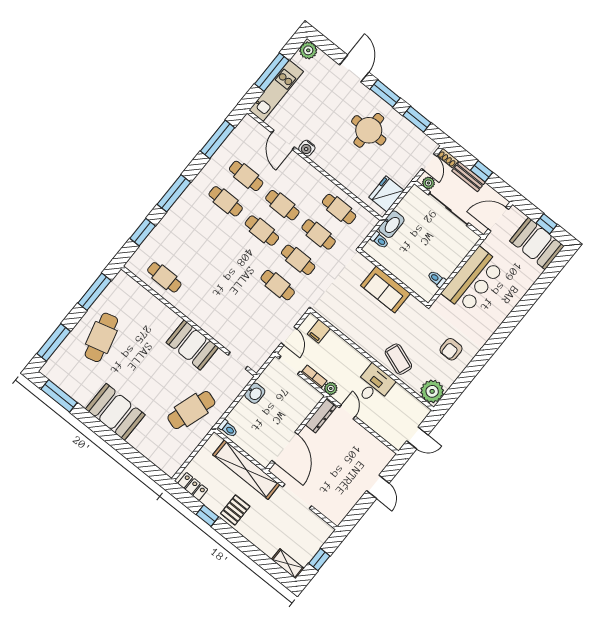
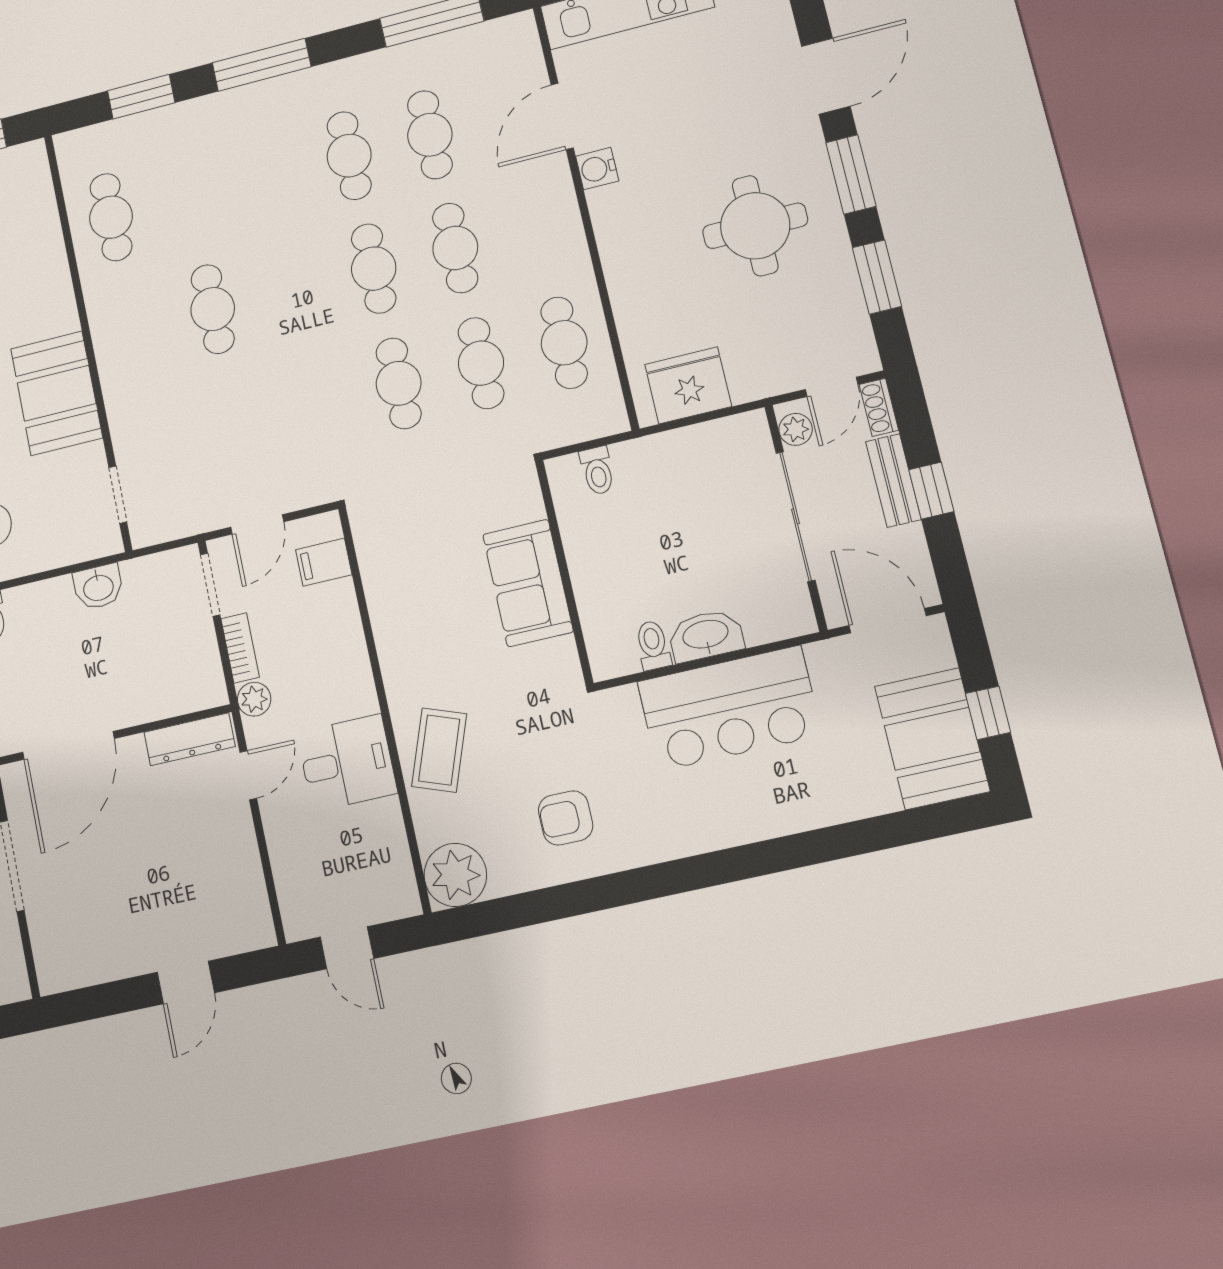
washbasin: (391, 224) -> (706, 635), moved, turned 180
cafe table: (278, 285) -> (213, 309), moved

